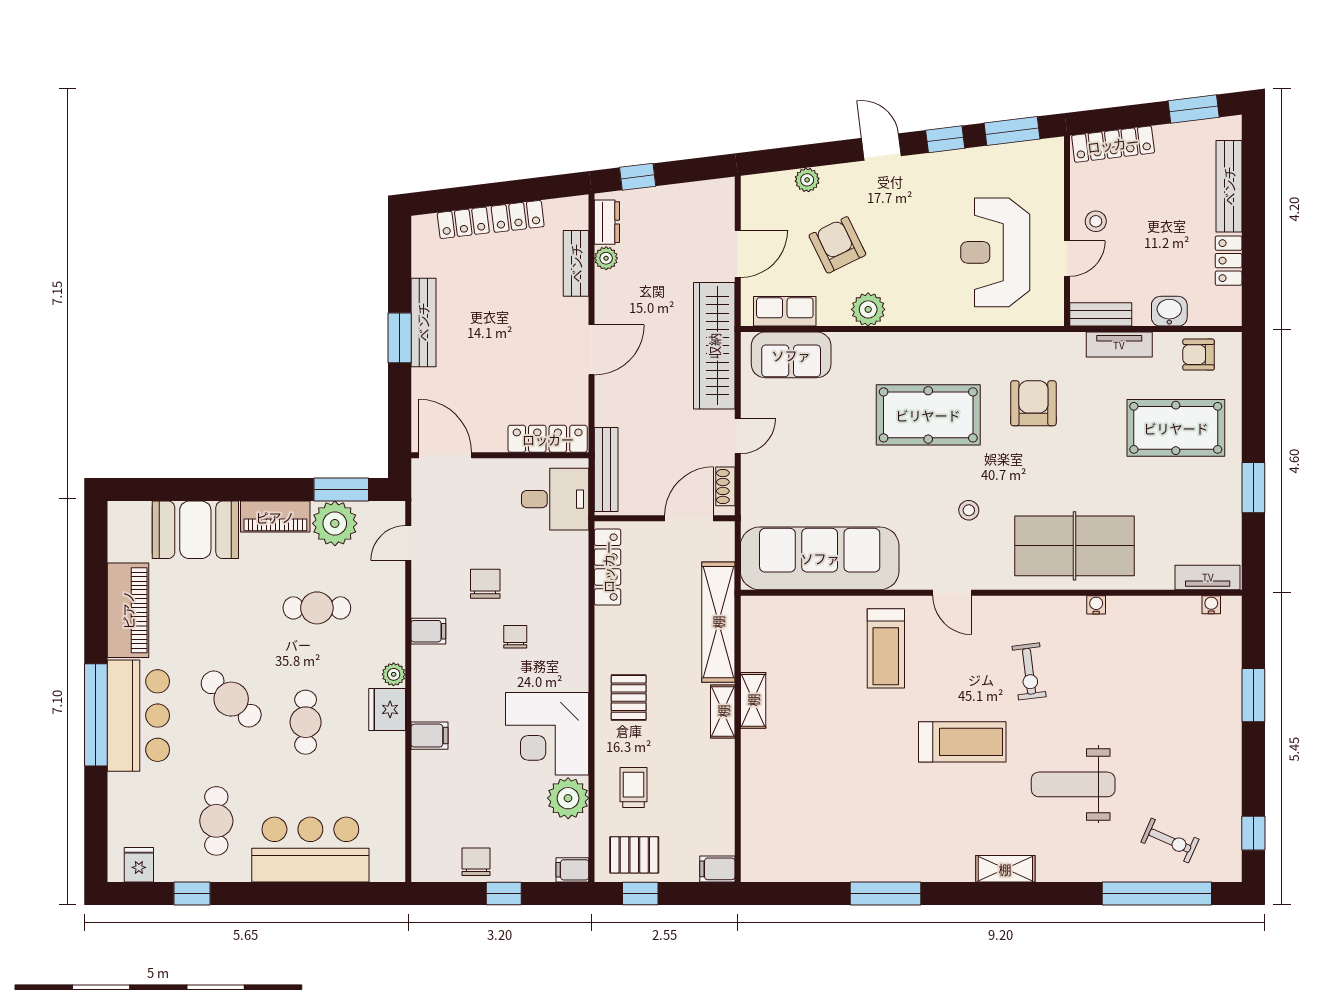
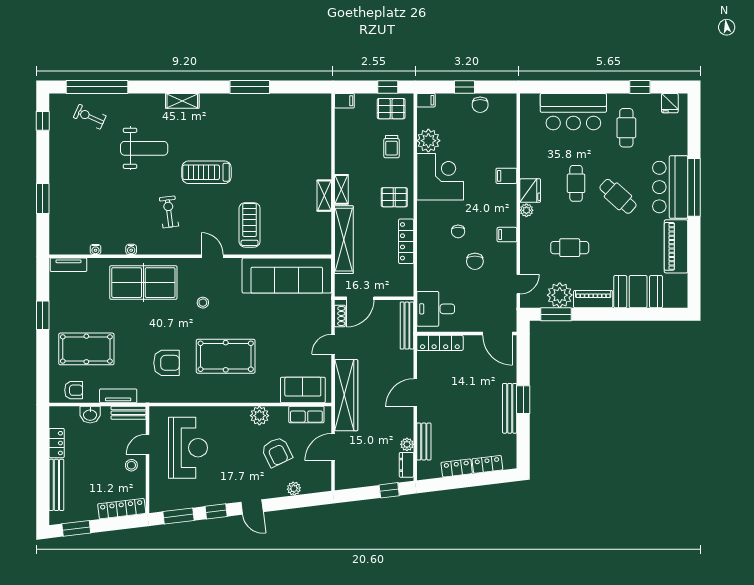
armchair: (1033, 403) -> (166, 363), turned -90
locker: (608, 567) -> (406, 241), moved
water cooler: (1211, 605) -> (95, 249), moved
pallet: (629, 698) -> (394, 197), turned 90

